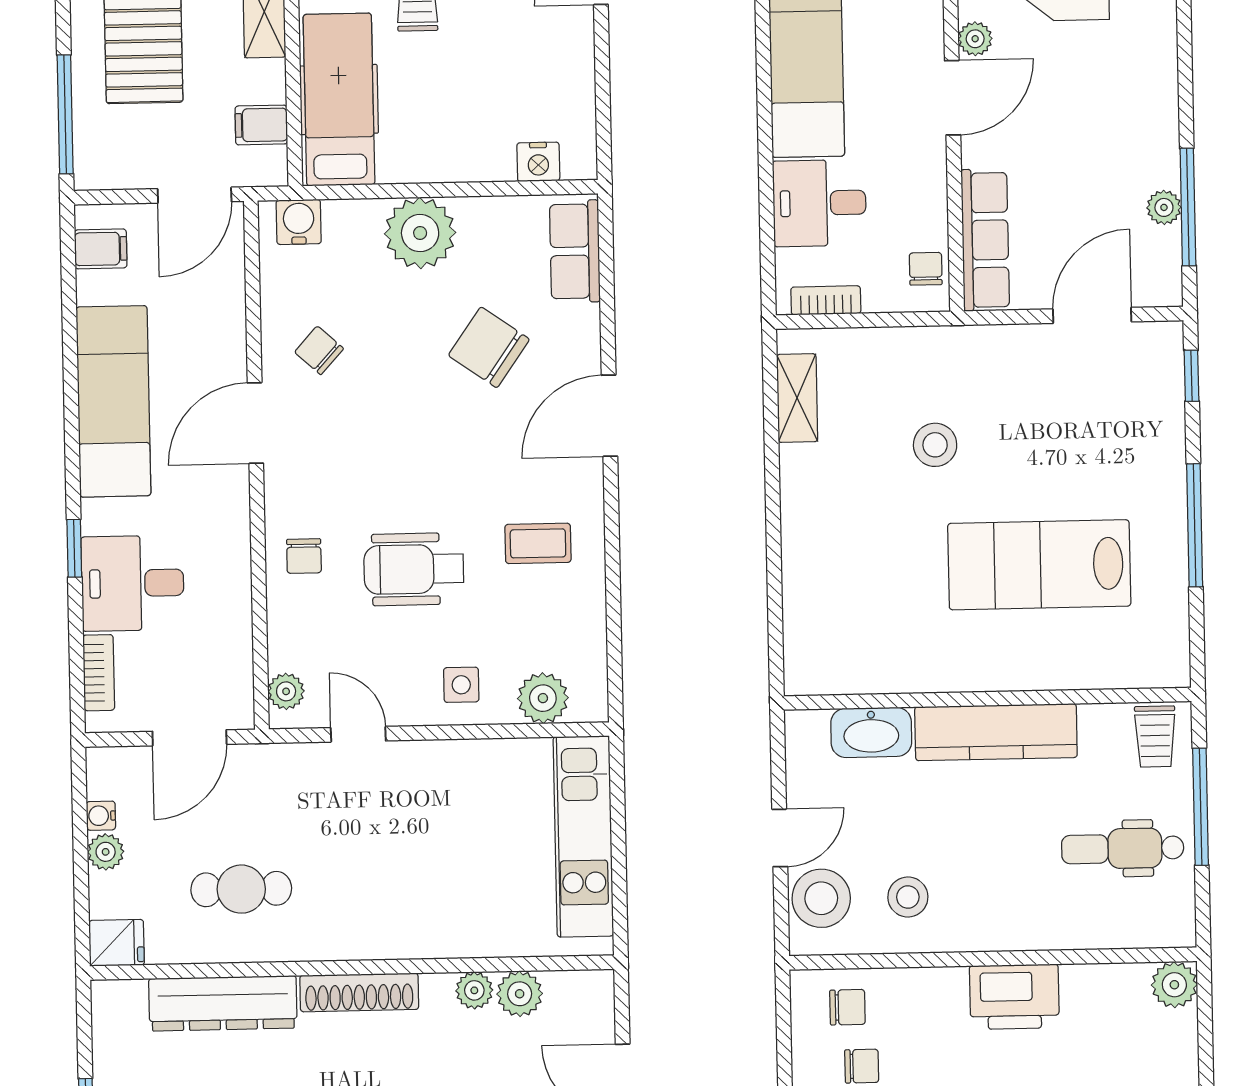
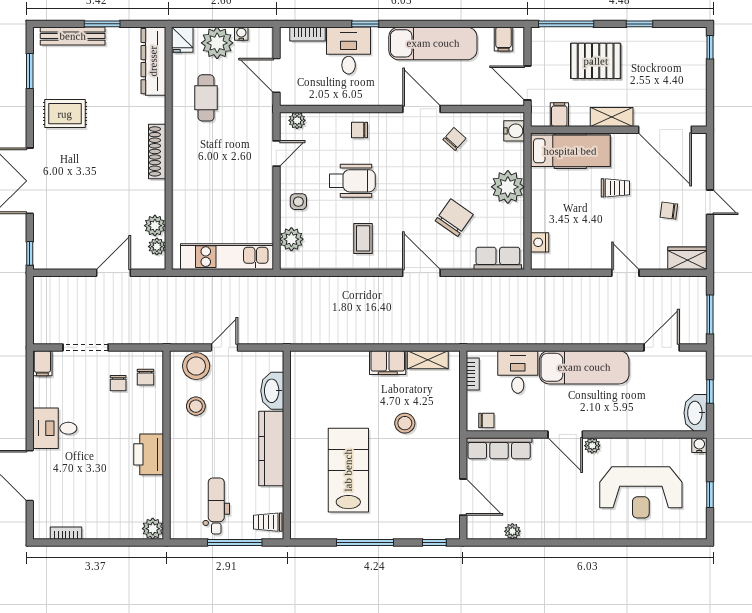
window: (1188, 207) -> (512, 542), removed
filing cabinet: (805, 484) -> (388, 363), added
wheelchair: (414, 569) -> (352, 181), turned 90
door: (780, 838) -> (224, 347), swing flipped
plant: (106, 852) -> (217, 43), width x1.87, depth x1.87
plant: (474, 990) -> (157, 247), moved
dresser: (223, 1003) -> (153, 61), moved

